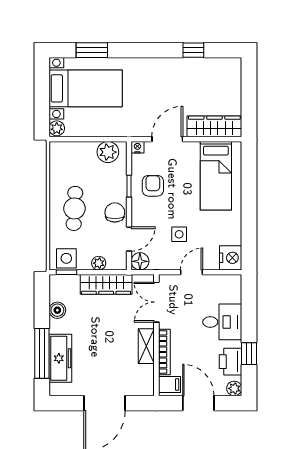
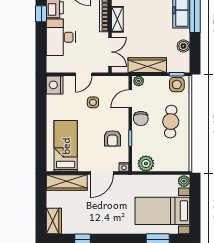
wardrobe: (232, 75) -> (54, 221), added
floor lamp: (140, 261) -> (122, 82), removed
plant: (99, 263) -> (139, 81), moved
desk: (222, 322) -> (61, 37), width x1.37

